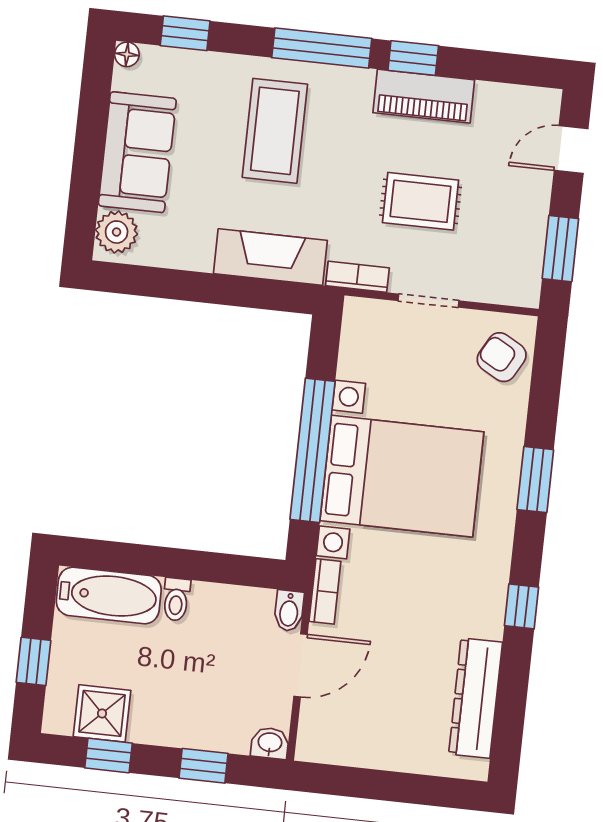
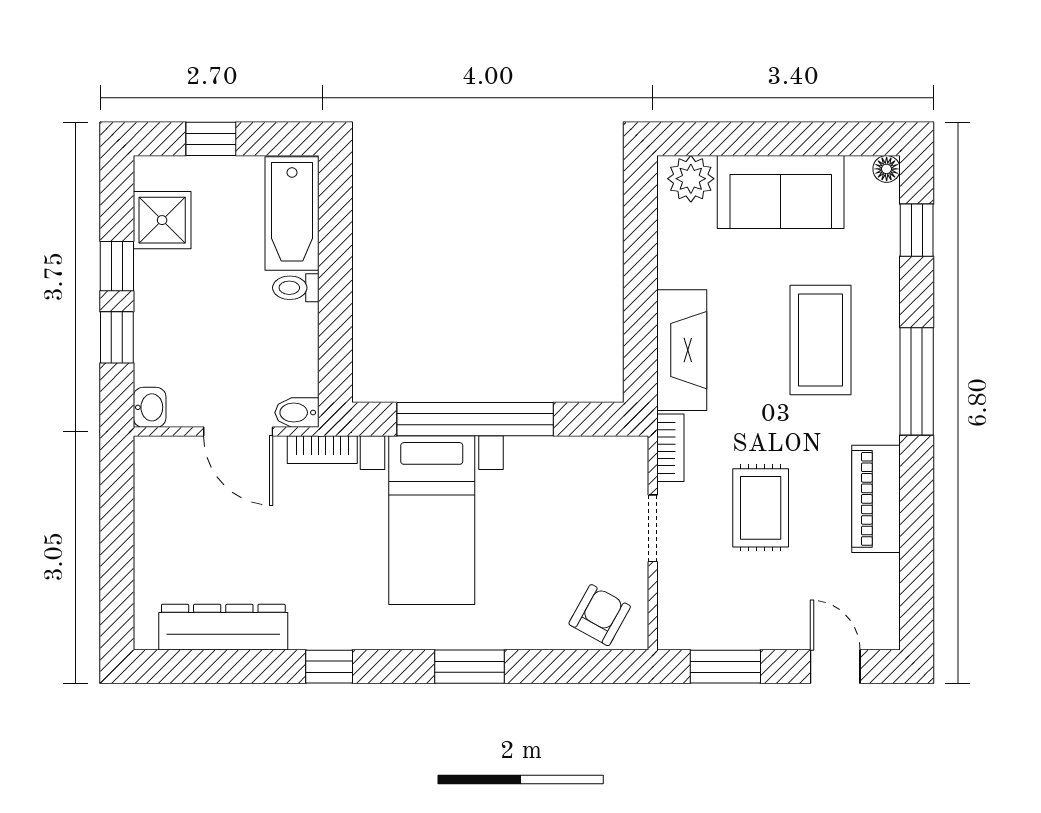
window: (413, 58) -> (917, 483), removed
coffee table: (275, 131) -> (820, 340), turned 90
bed with nightstands: (402, 476) -> (432, 520), width x0.73
window: (109, 755) -> (117, 266), moved

